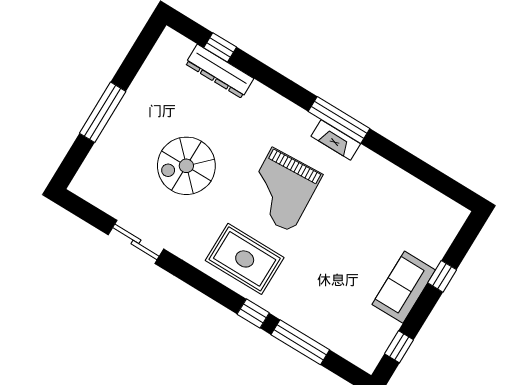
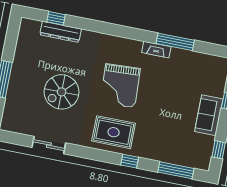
window: (339, 120) -> (175, 42), moved
fireplace: (336, 140) -> (156, 50), moved
window: (300, 342) -> (176, 170), moved

